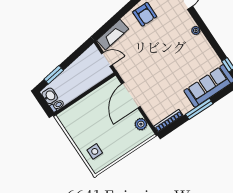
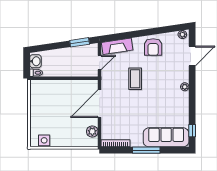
coffee table: (147, 53) -> (135, 79), added
door: (107, 59) -> (100, 63), hinge flipped
window: (54, 75) -> (80, 42), moved
side table: (95, 151) -> (44, 140), moved

